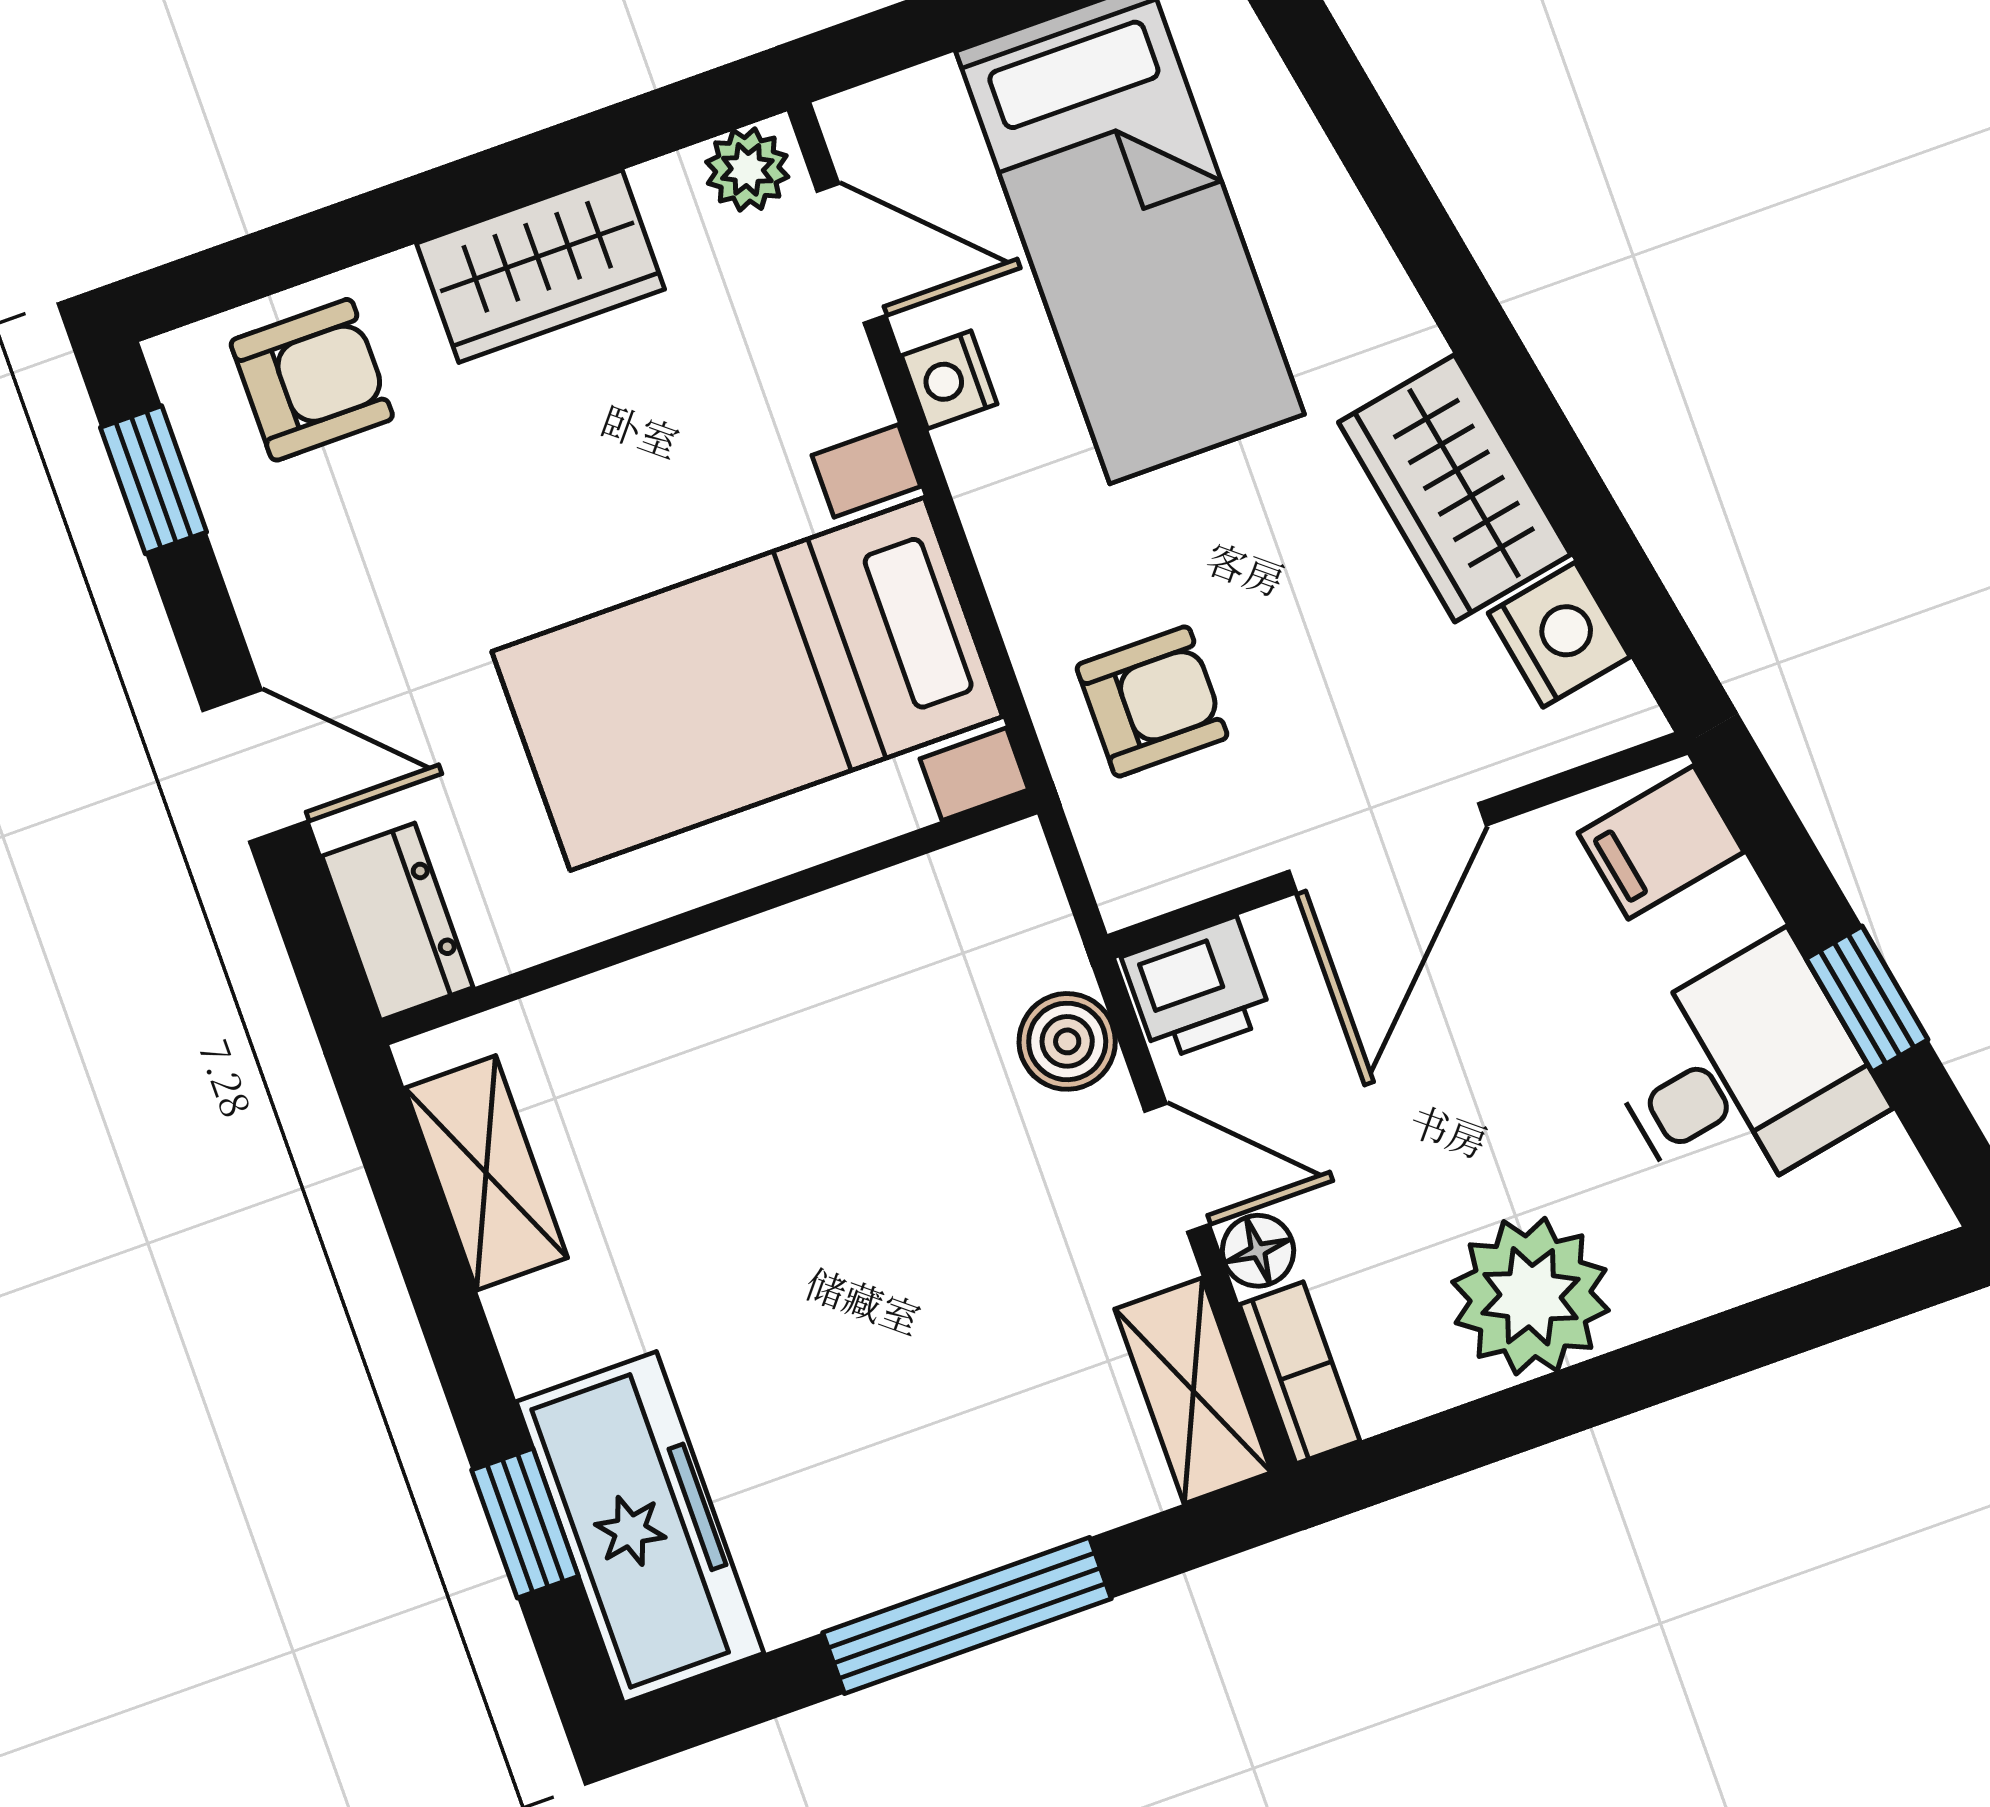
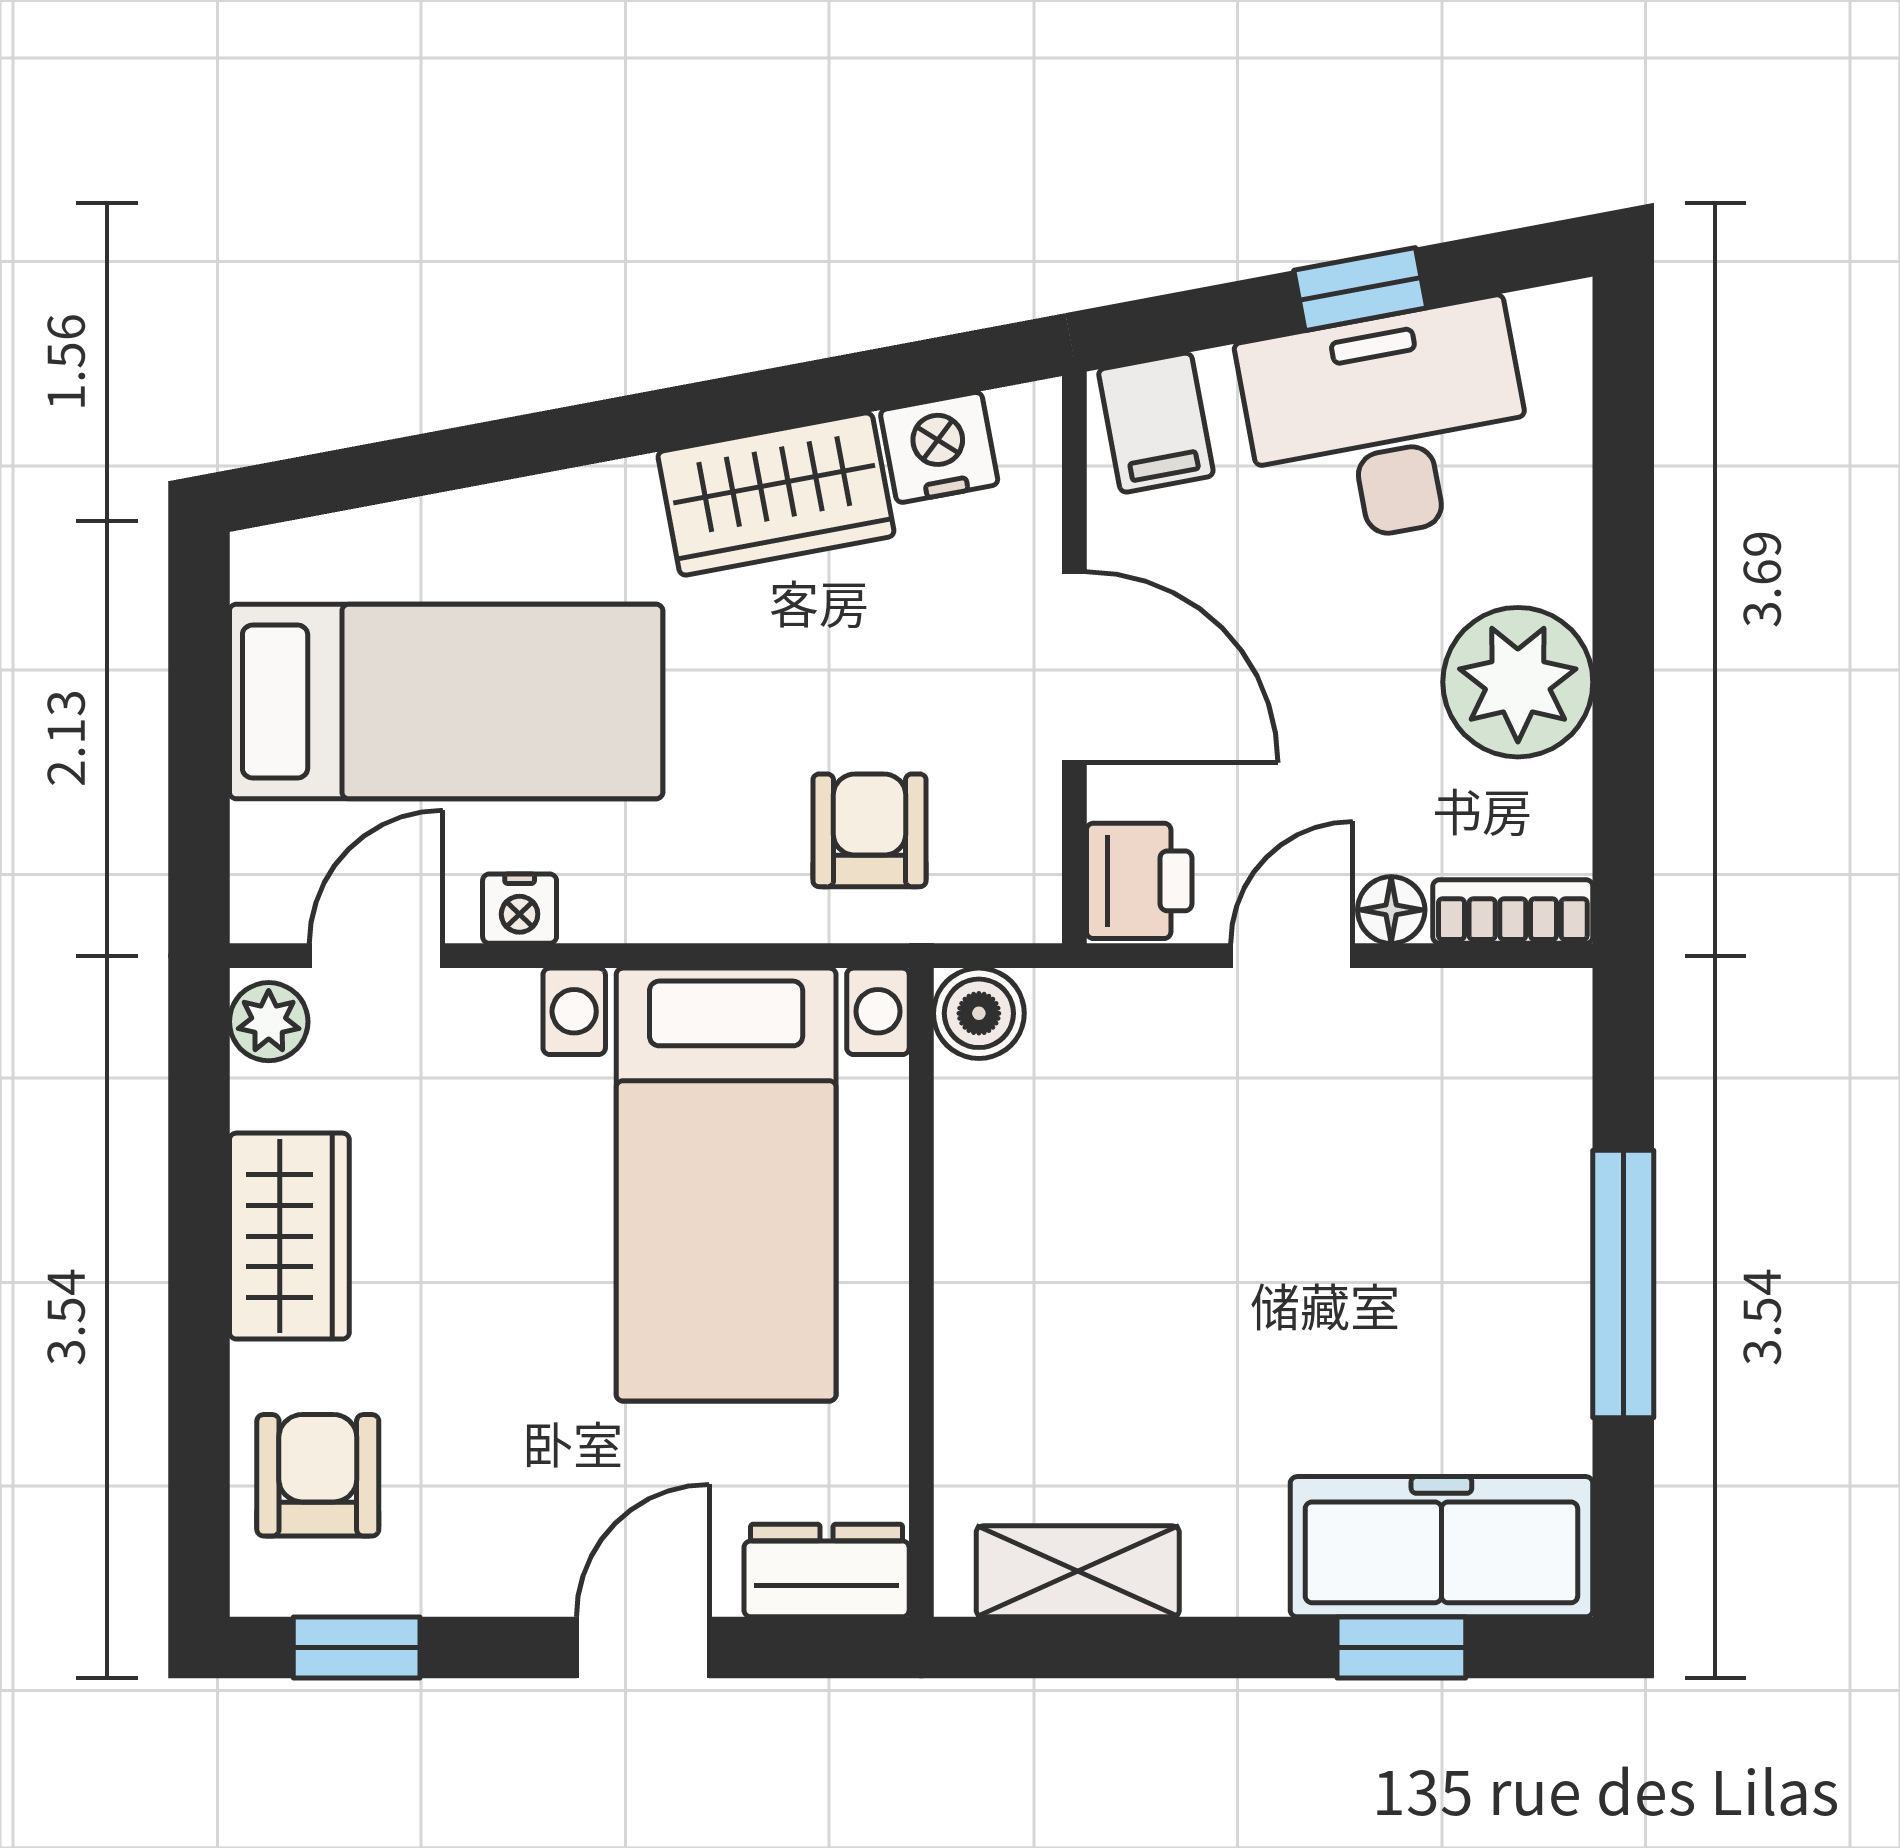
boiler: (1067, 1041) -> (979, 1013), moved
desk: (1742, 1074) -> (1388, 424), width x1.37
shelving: (1193, 1391) -> (1495, 1012), removed

